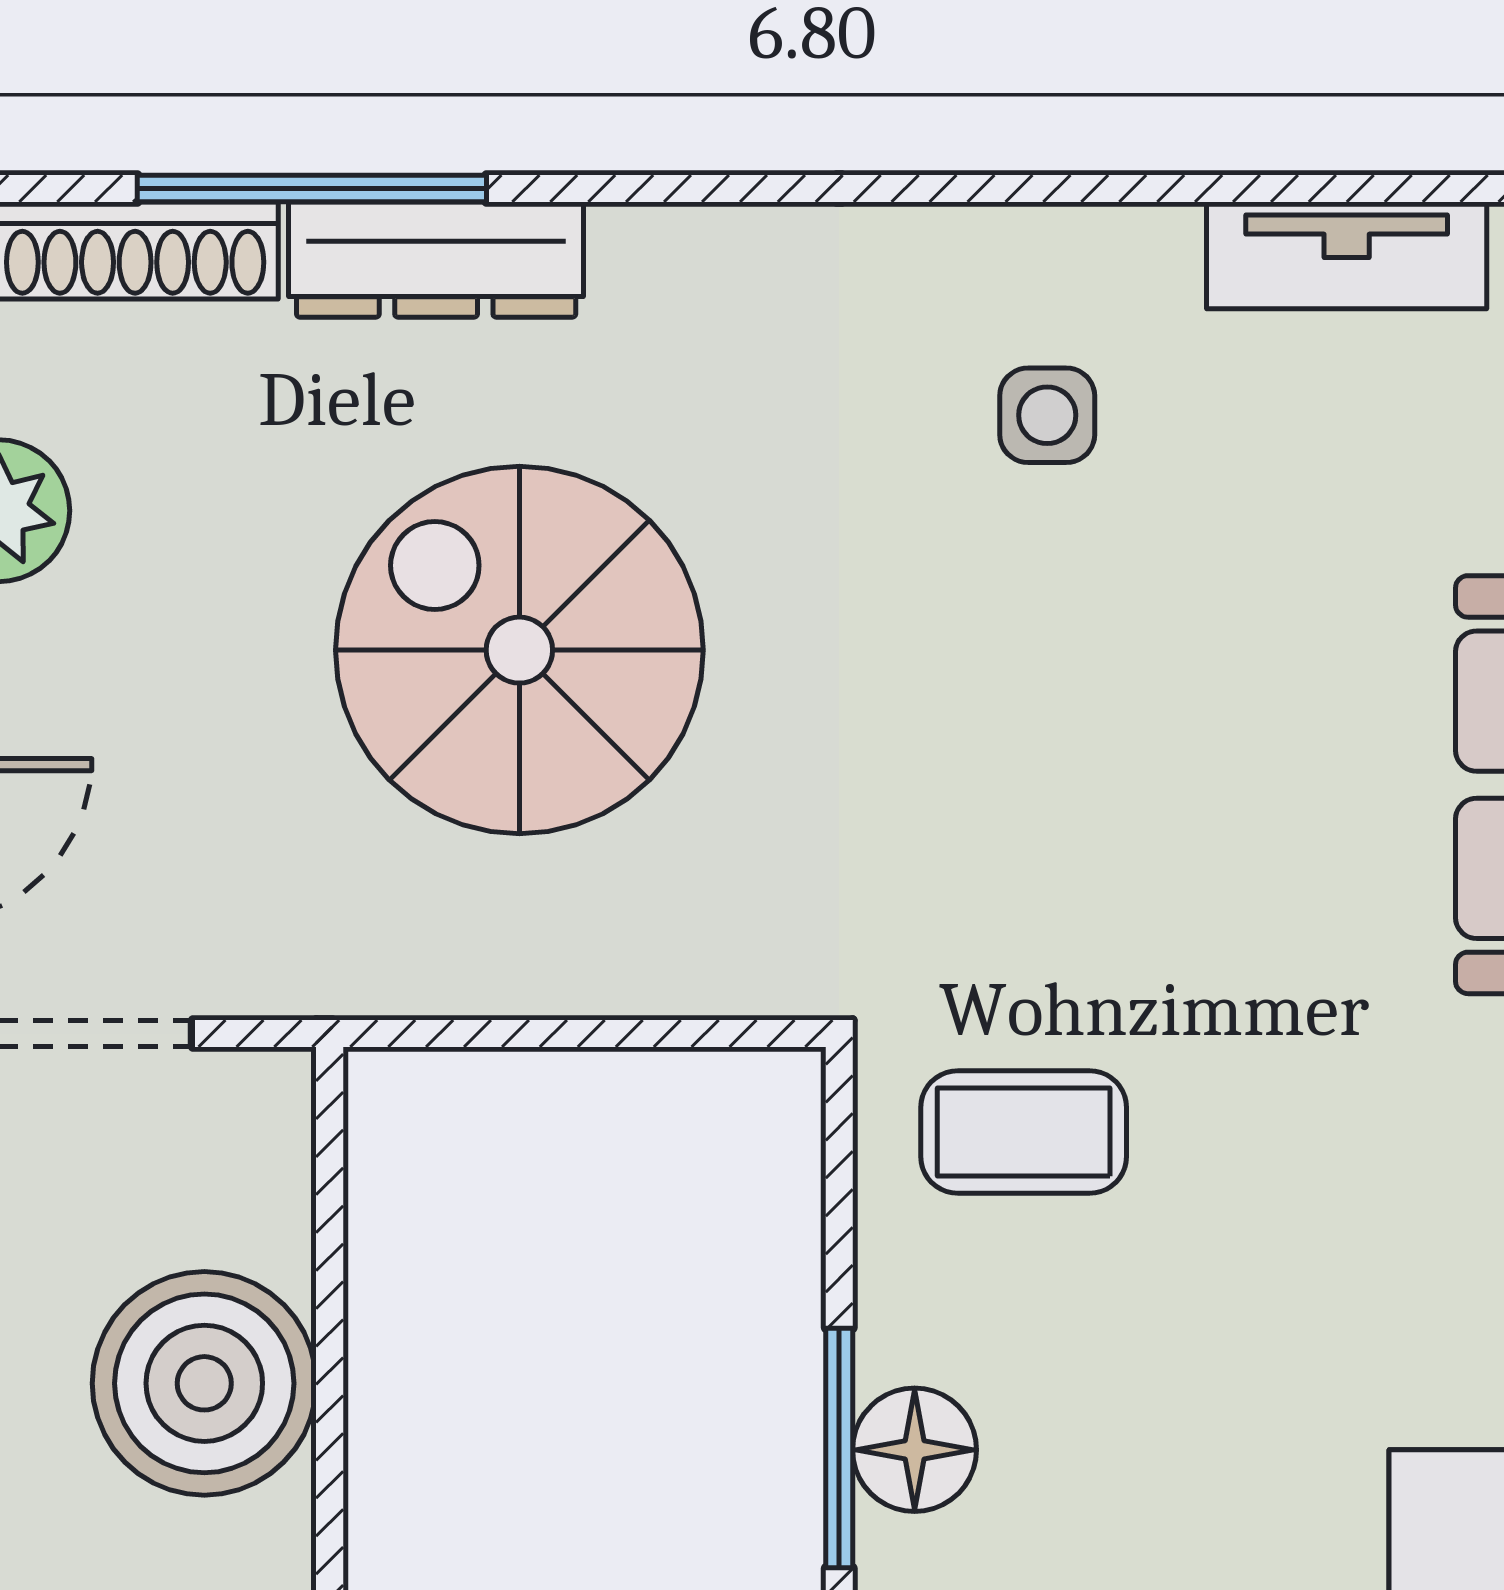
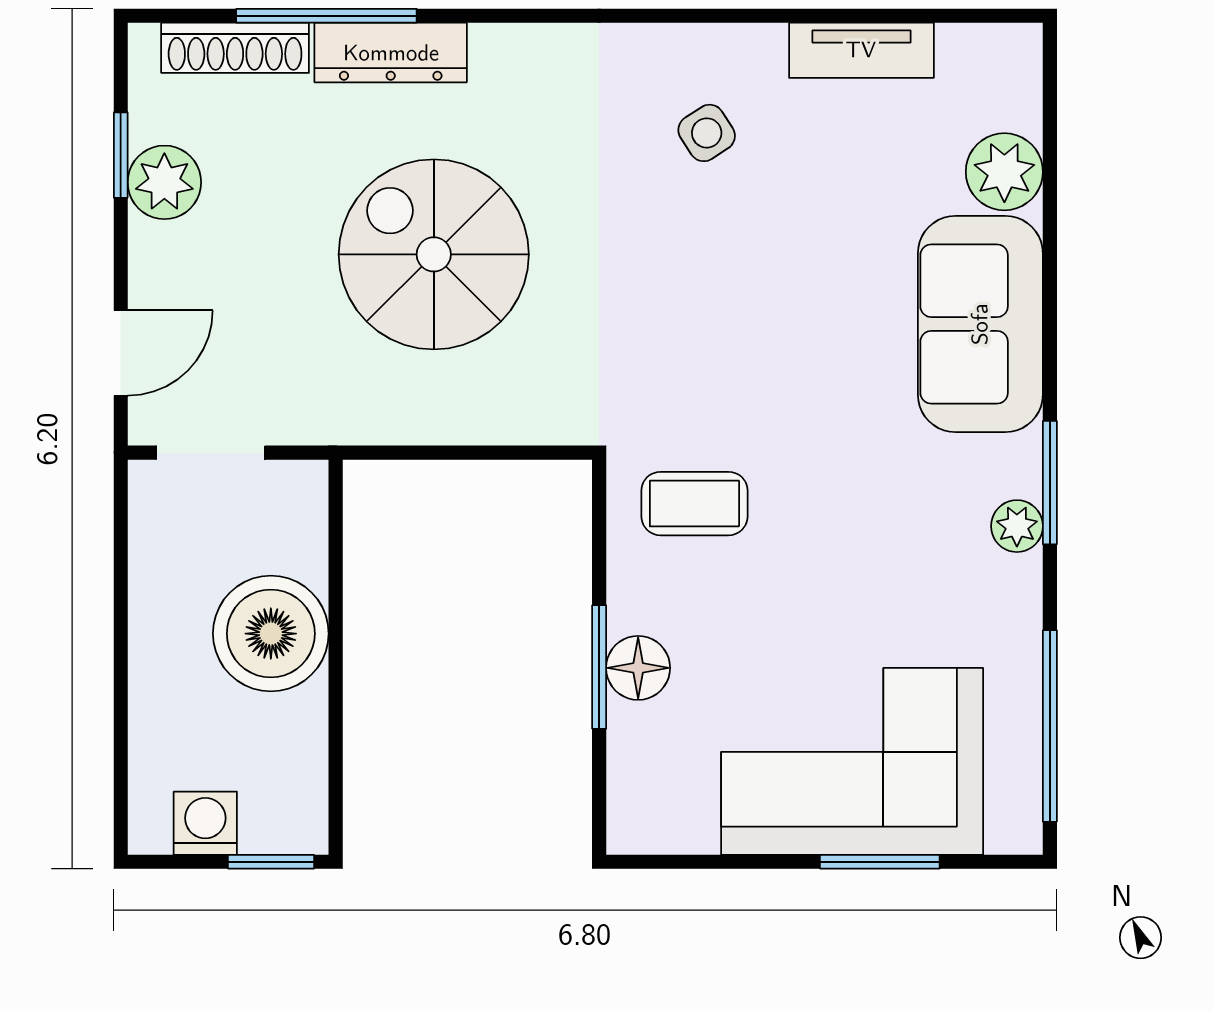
side table: (1047, 415) -> (707, 133), turned -33

